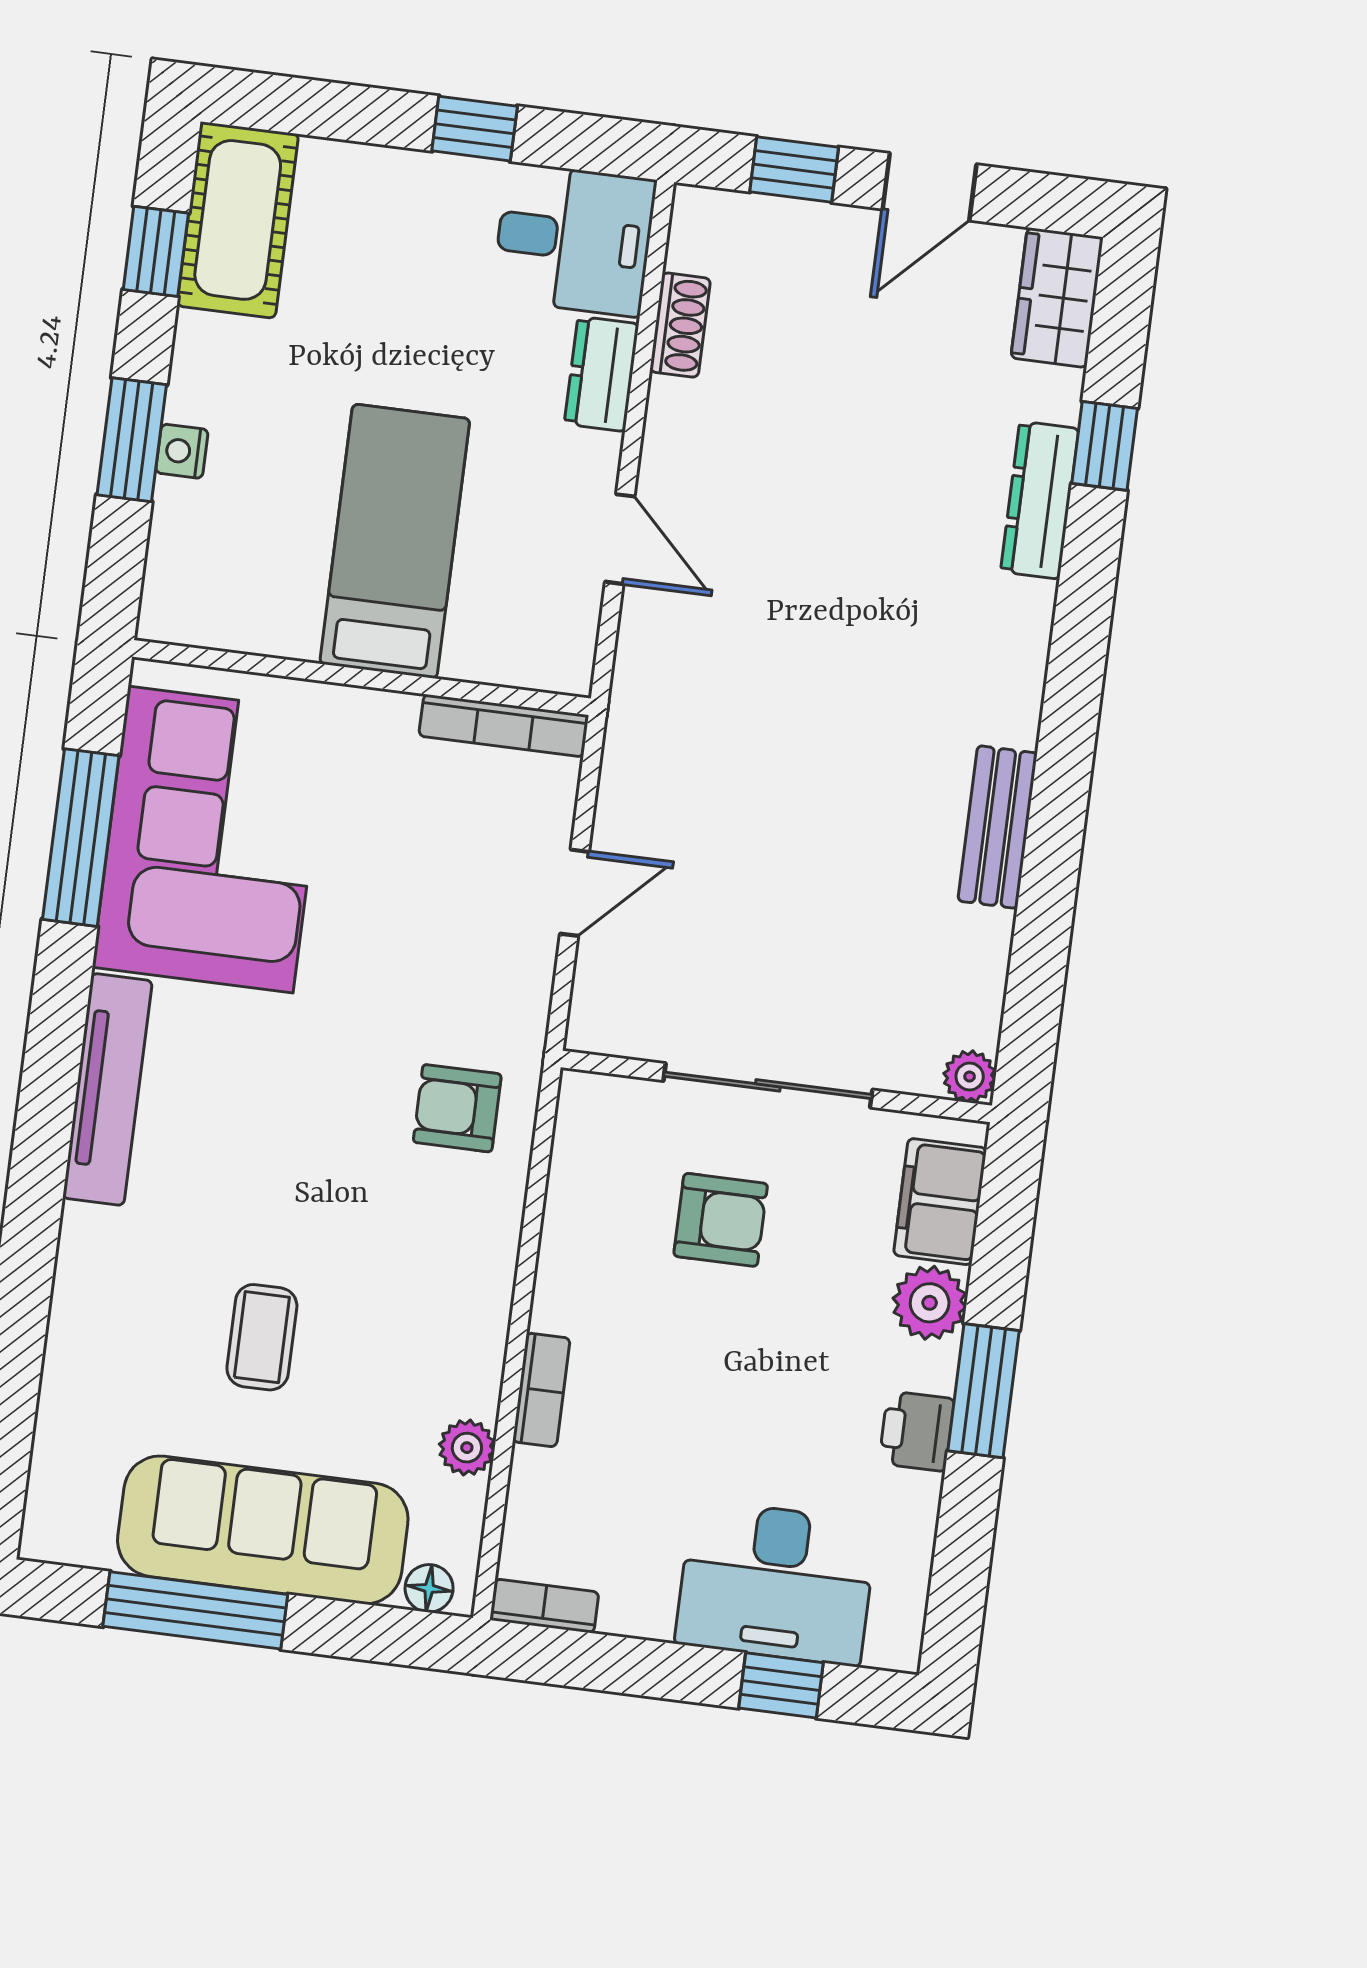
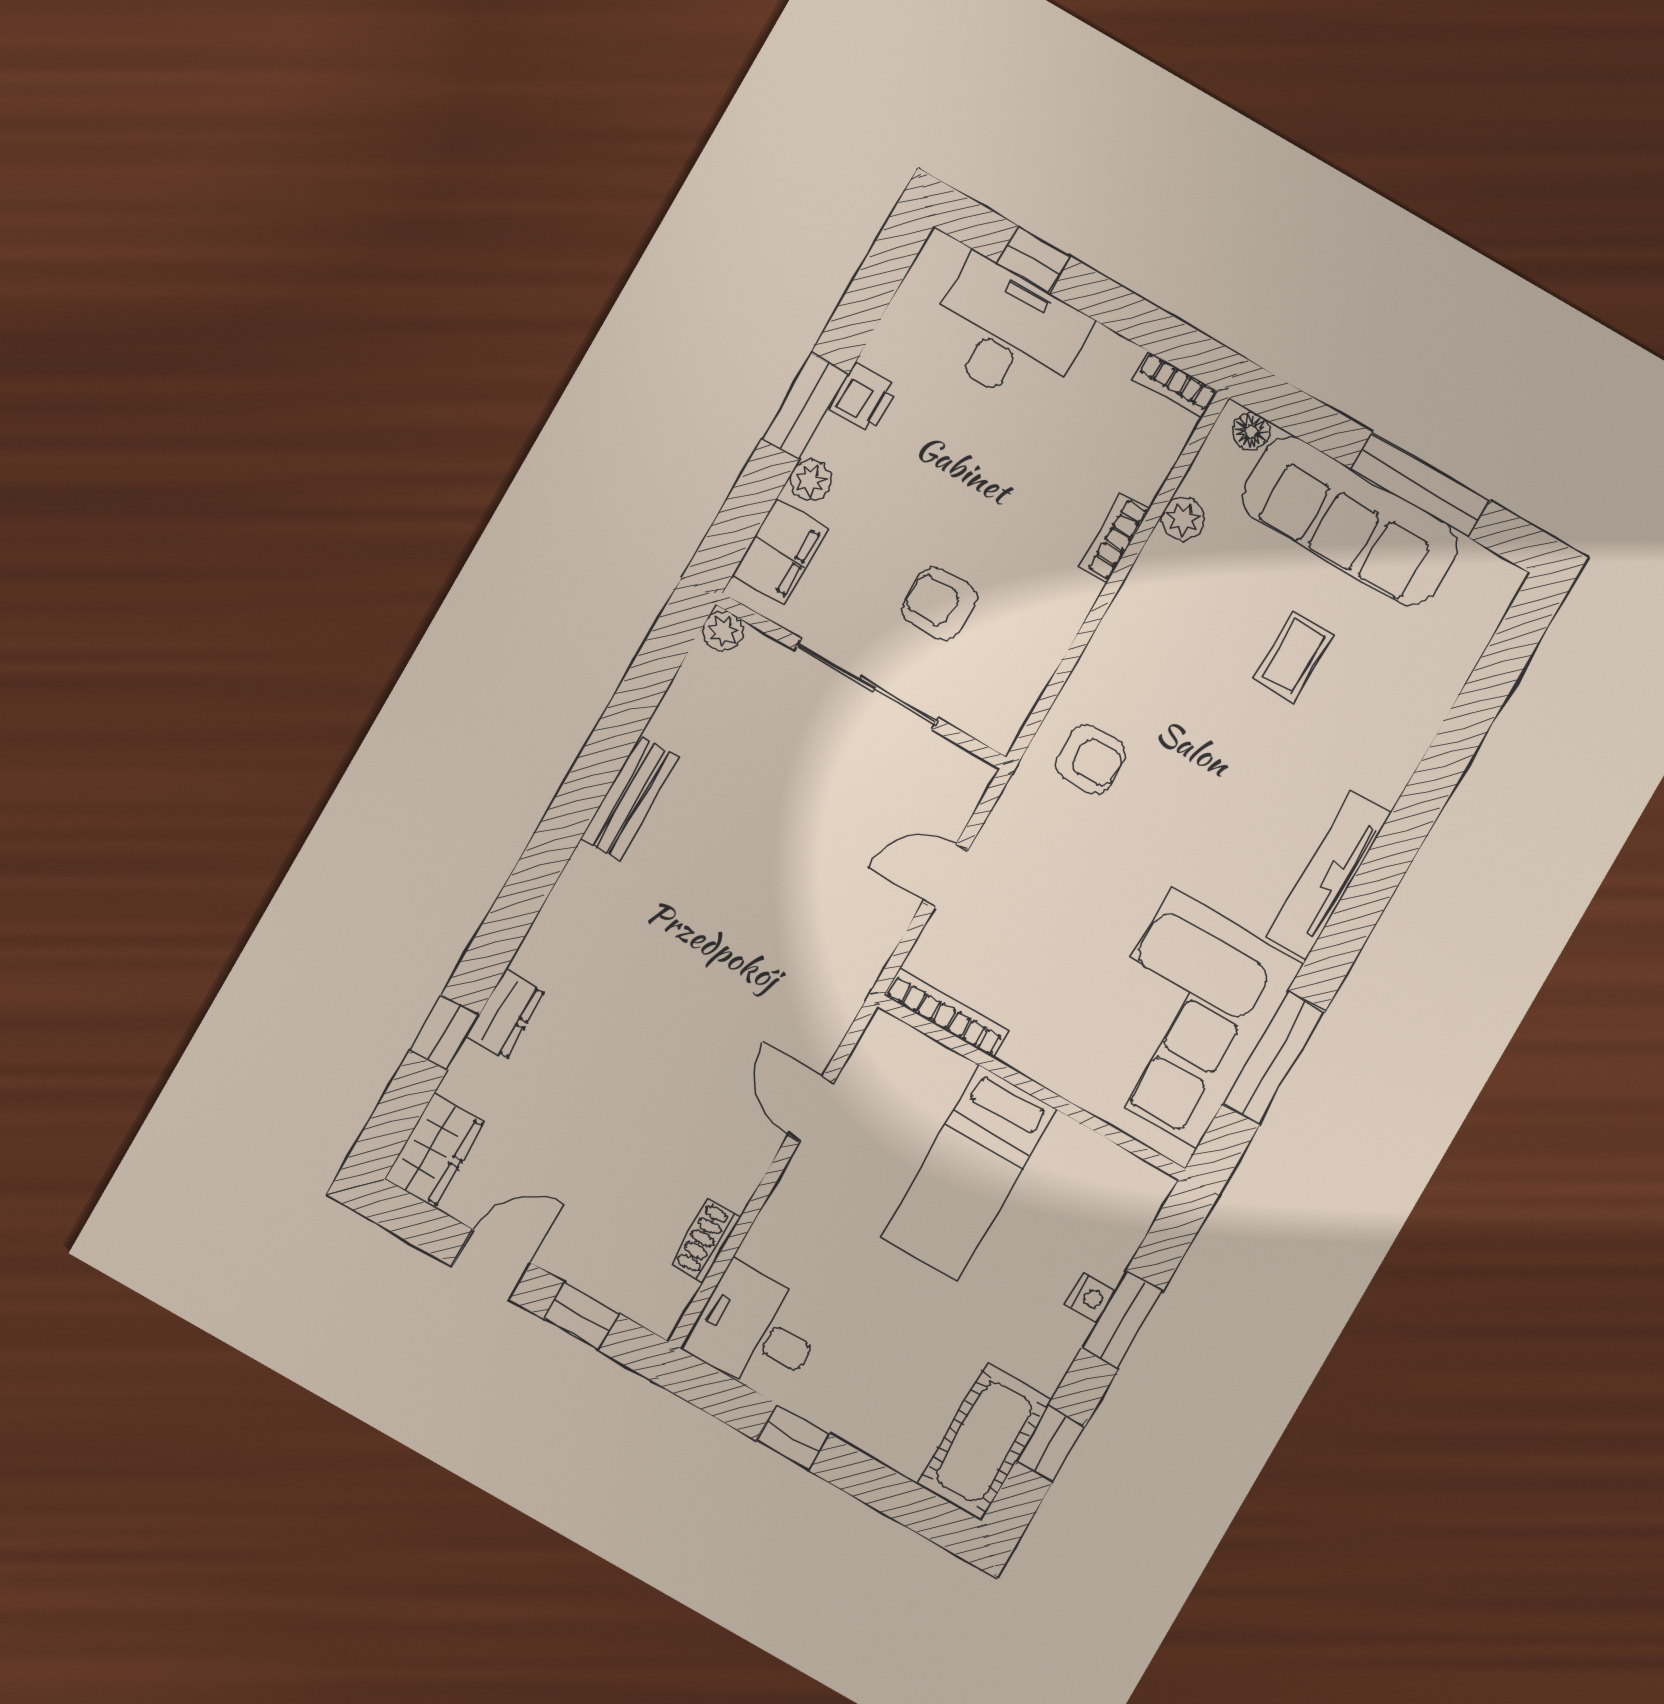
dresser: (602, 374) -> (775, 1229), removed
dresser: (1040, 500) -> (506, 1014), width x0.70
plant: (930, 1303) -> (810, 480), width x0.73, depth x0.73

